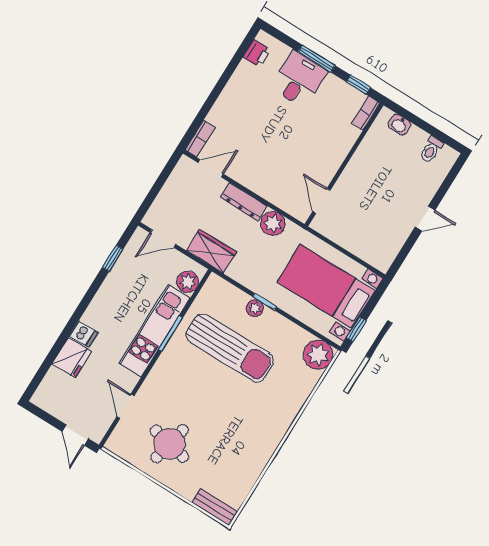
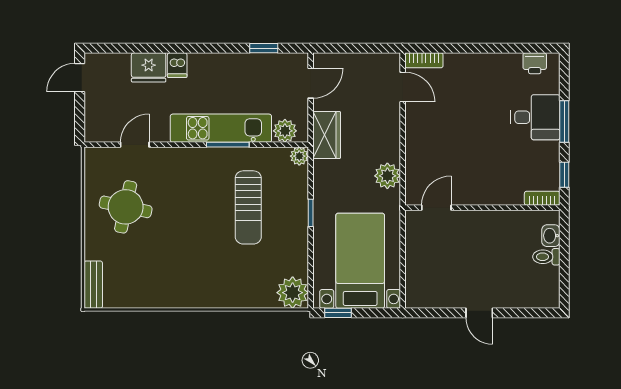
toilet: (431, 150) -> (546, 257), moved
dresser: (244, 202) -> (391, 137), removed
door: (163, 238) -> (311, 83), swing flipped
plant: (255, 308) -> (299, 156), moved
sun lounger: (230, 348) -> (248, 207), width x0.73, depth x0.75
door: (75, 435) -> (80, 78), moved

